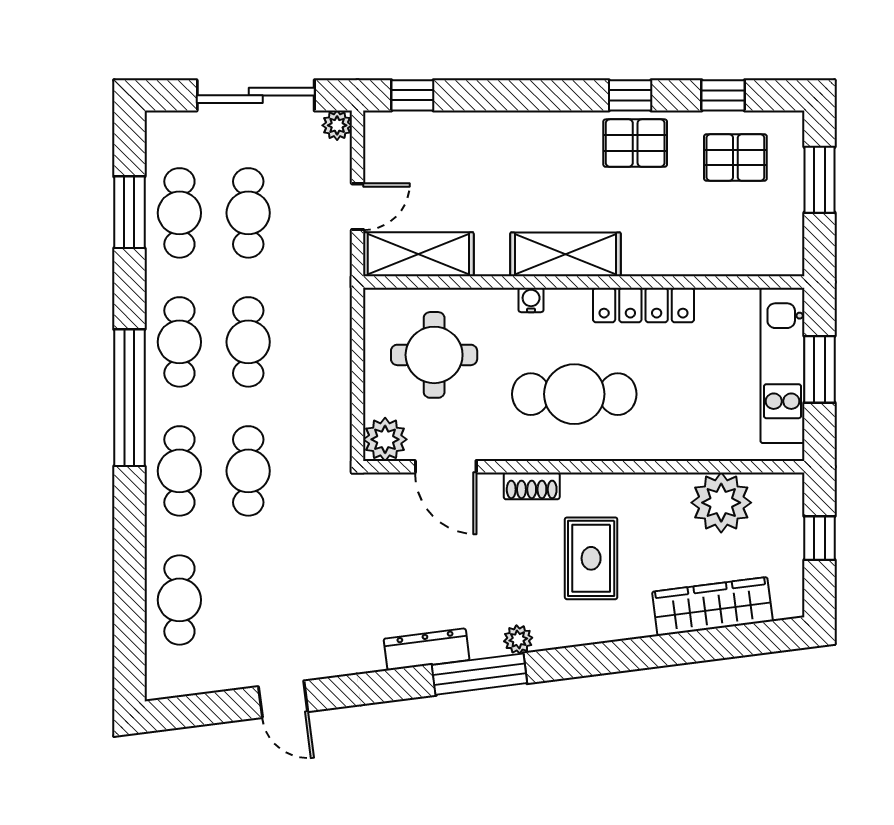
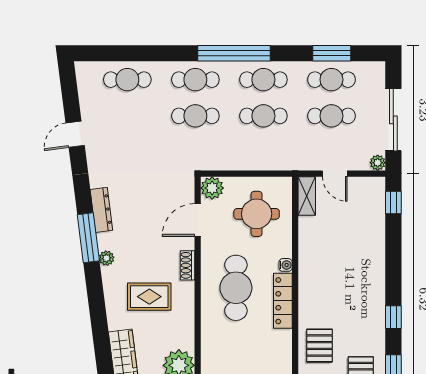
pallet: (635, 143) -> (320, 346), moved
shelving: (418, 254) -> (307, 196), width x0.67, depth x0.75
shelving: (566, 254) -> (310, 283), removed
locker: (643, 305) -> (283, 301), moved

